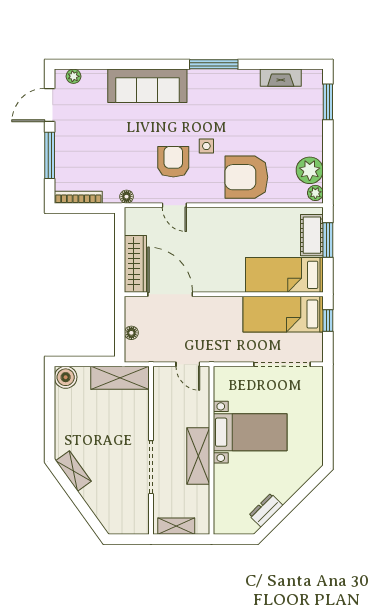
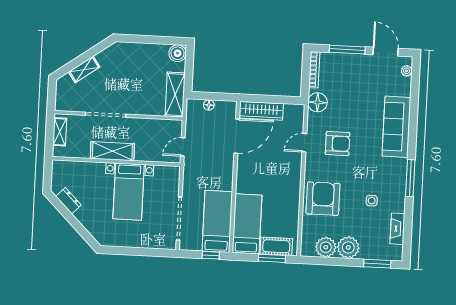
side table: (206, 146) -> (372, 201), moved
plant: (315, 193) -> (348, 247), moved, width x1.88, depth x1.88
floor lamp: (127, 197) -> (318, 102), width x1.89, depth x1.89
shelving: (73, 471) -> (84, 69), moved

